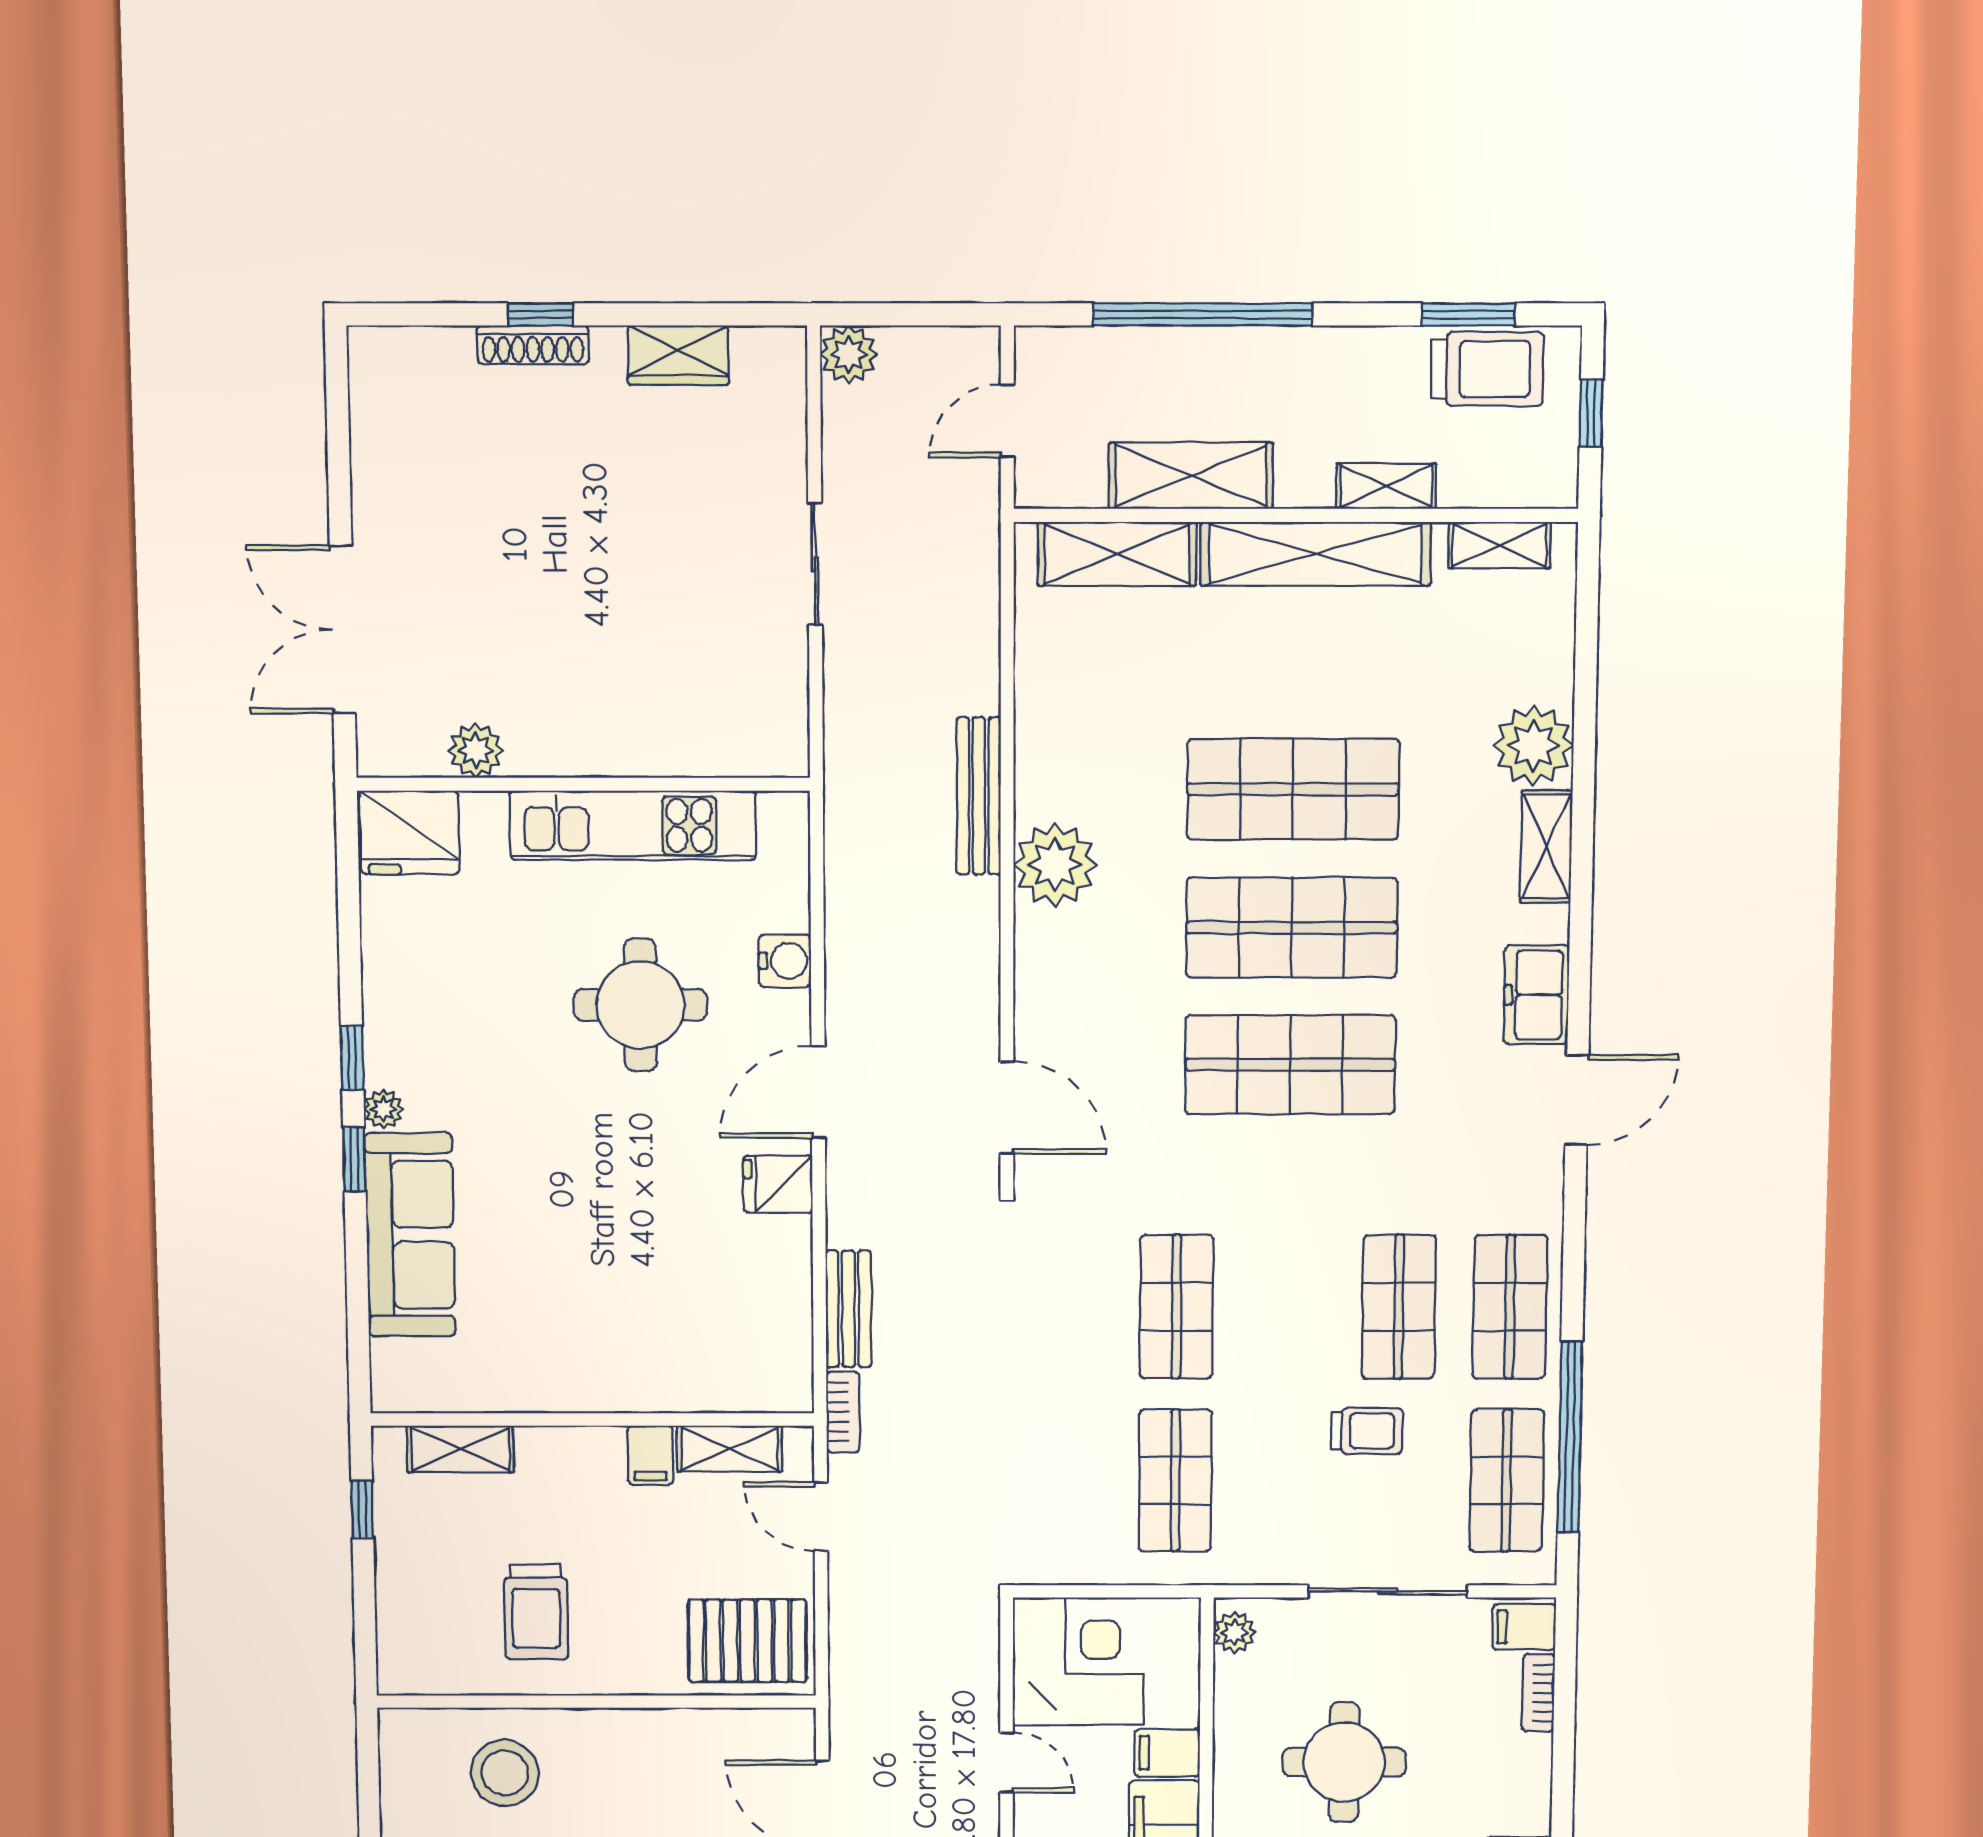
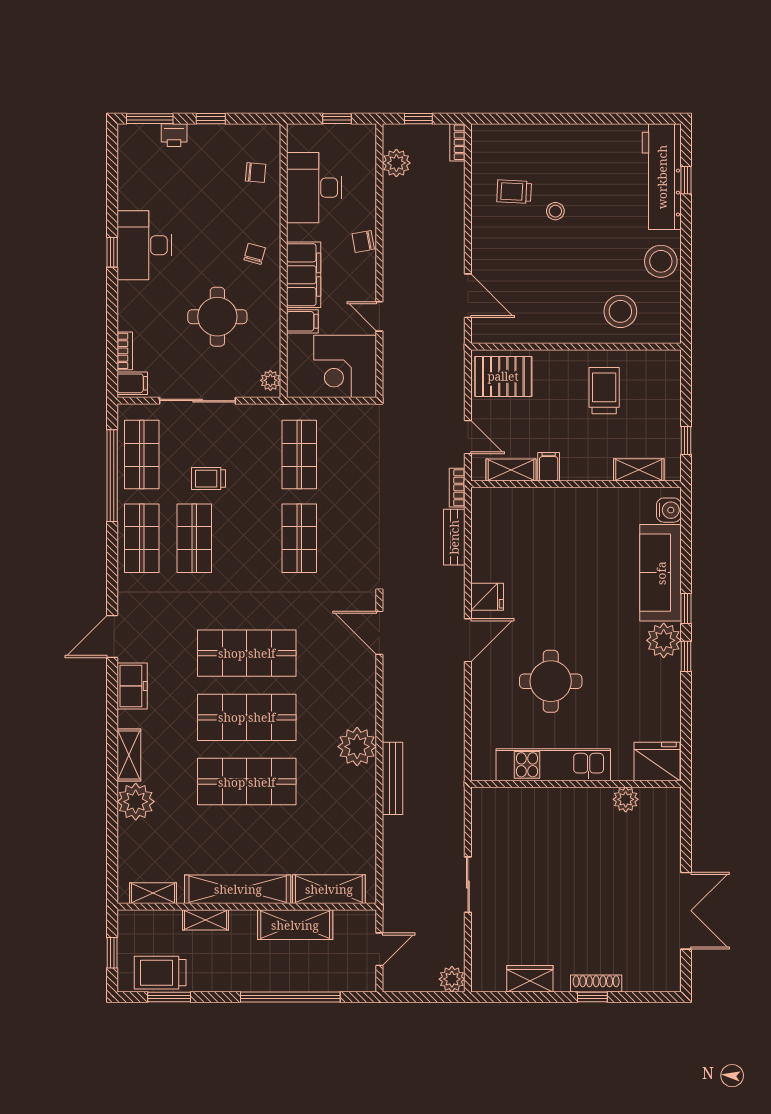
double door: (342, 630) -> (686, 911), moved
water cooler: (785, 961) -> (669, 510), moved, turned 180
plant: (384, 1109) -> (664, 640), width x1.88, depth x1.88

